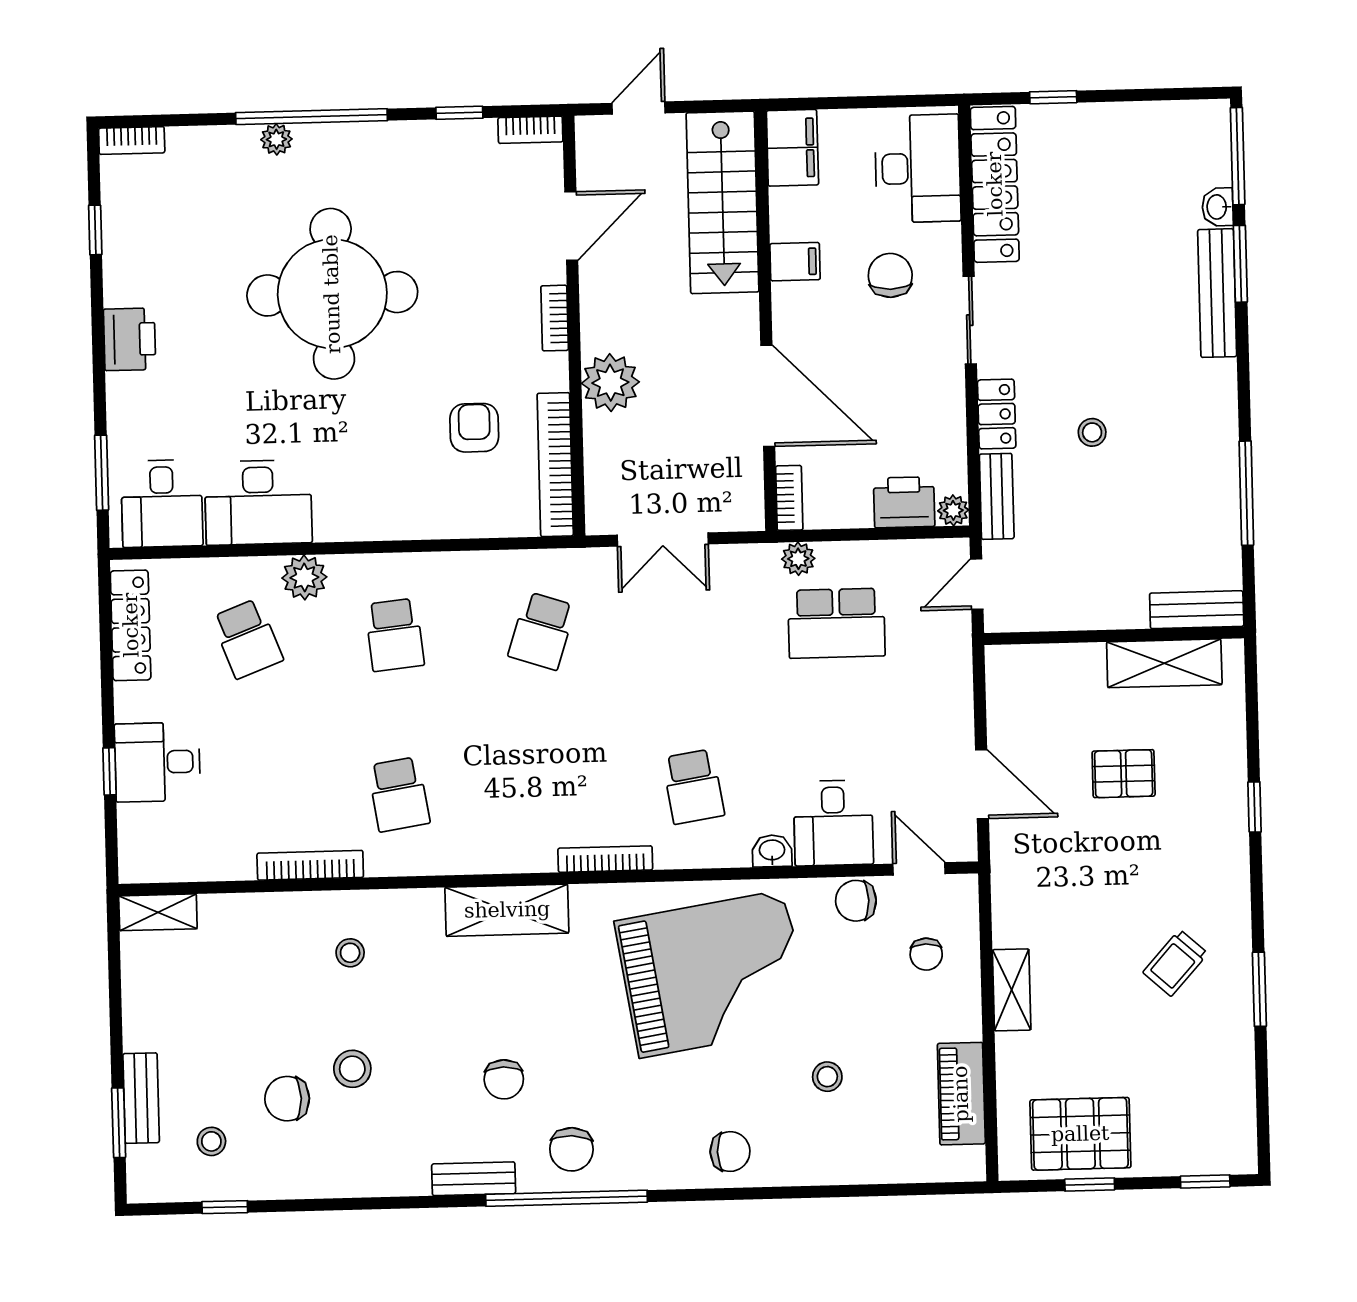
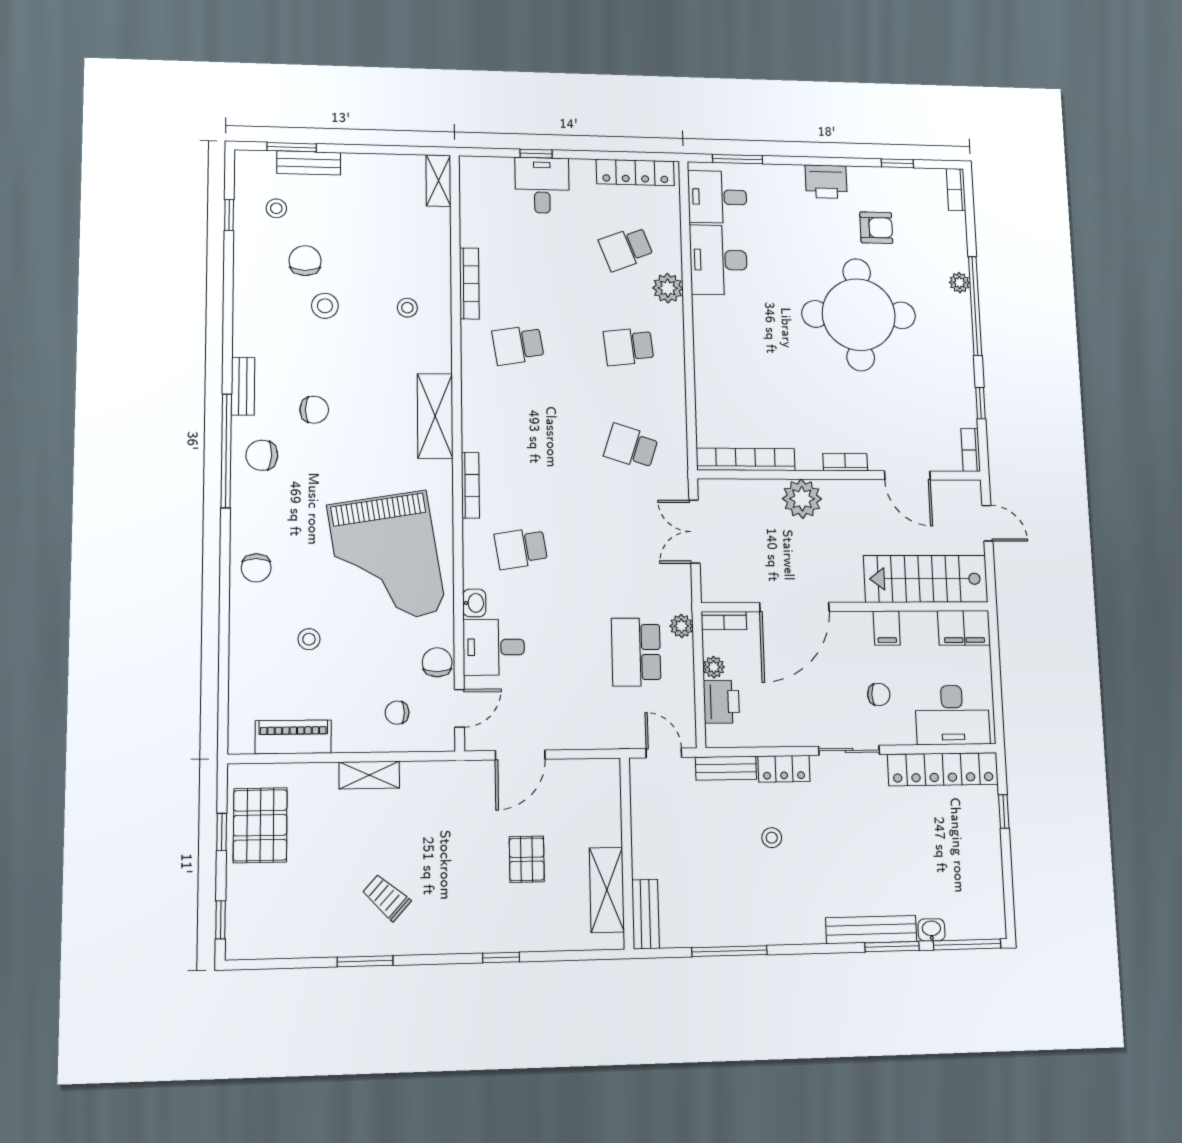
chair: (890, 275) -> (879, 694), width x0.73, depth x0.73
armchair: (474, 428) -> (876, 228), moved
plant: (953, 510) -> (714, 667), moved
chair: (504, 1079) -> (314, 410), turned 180

